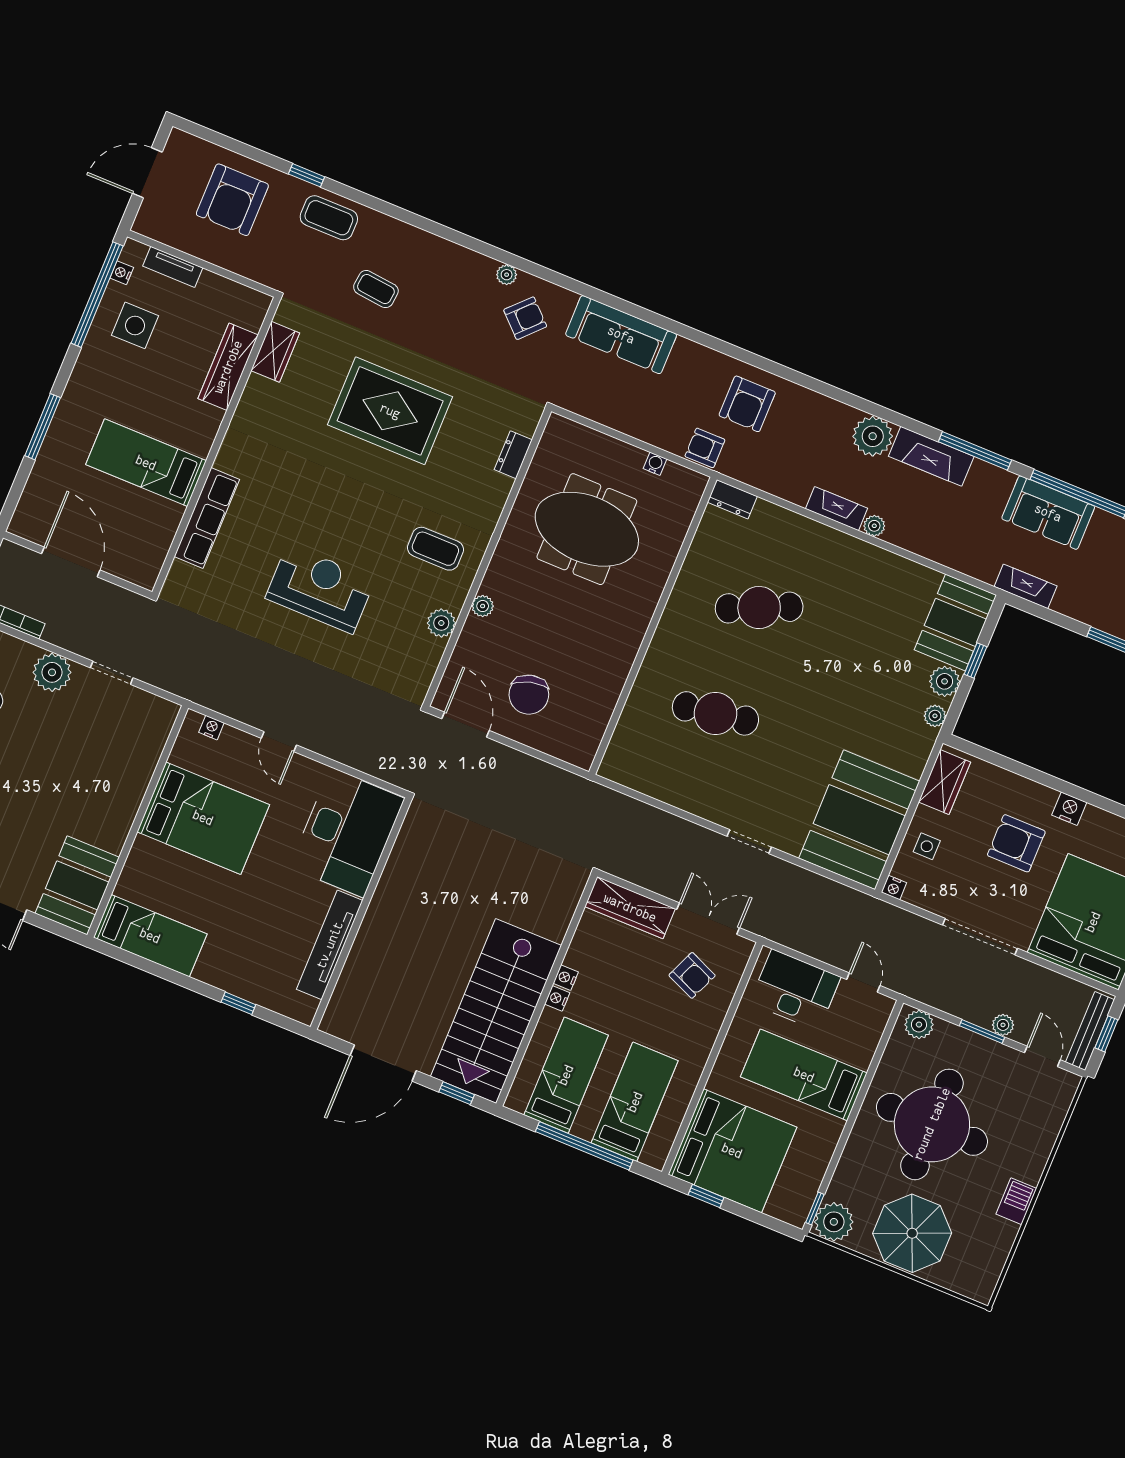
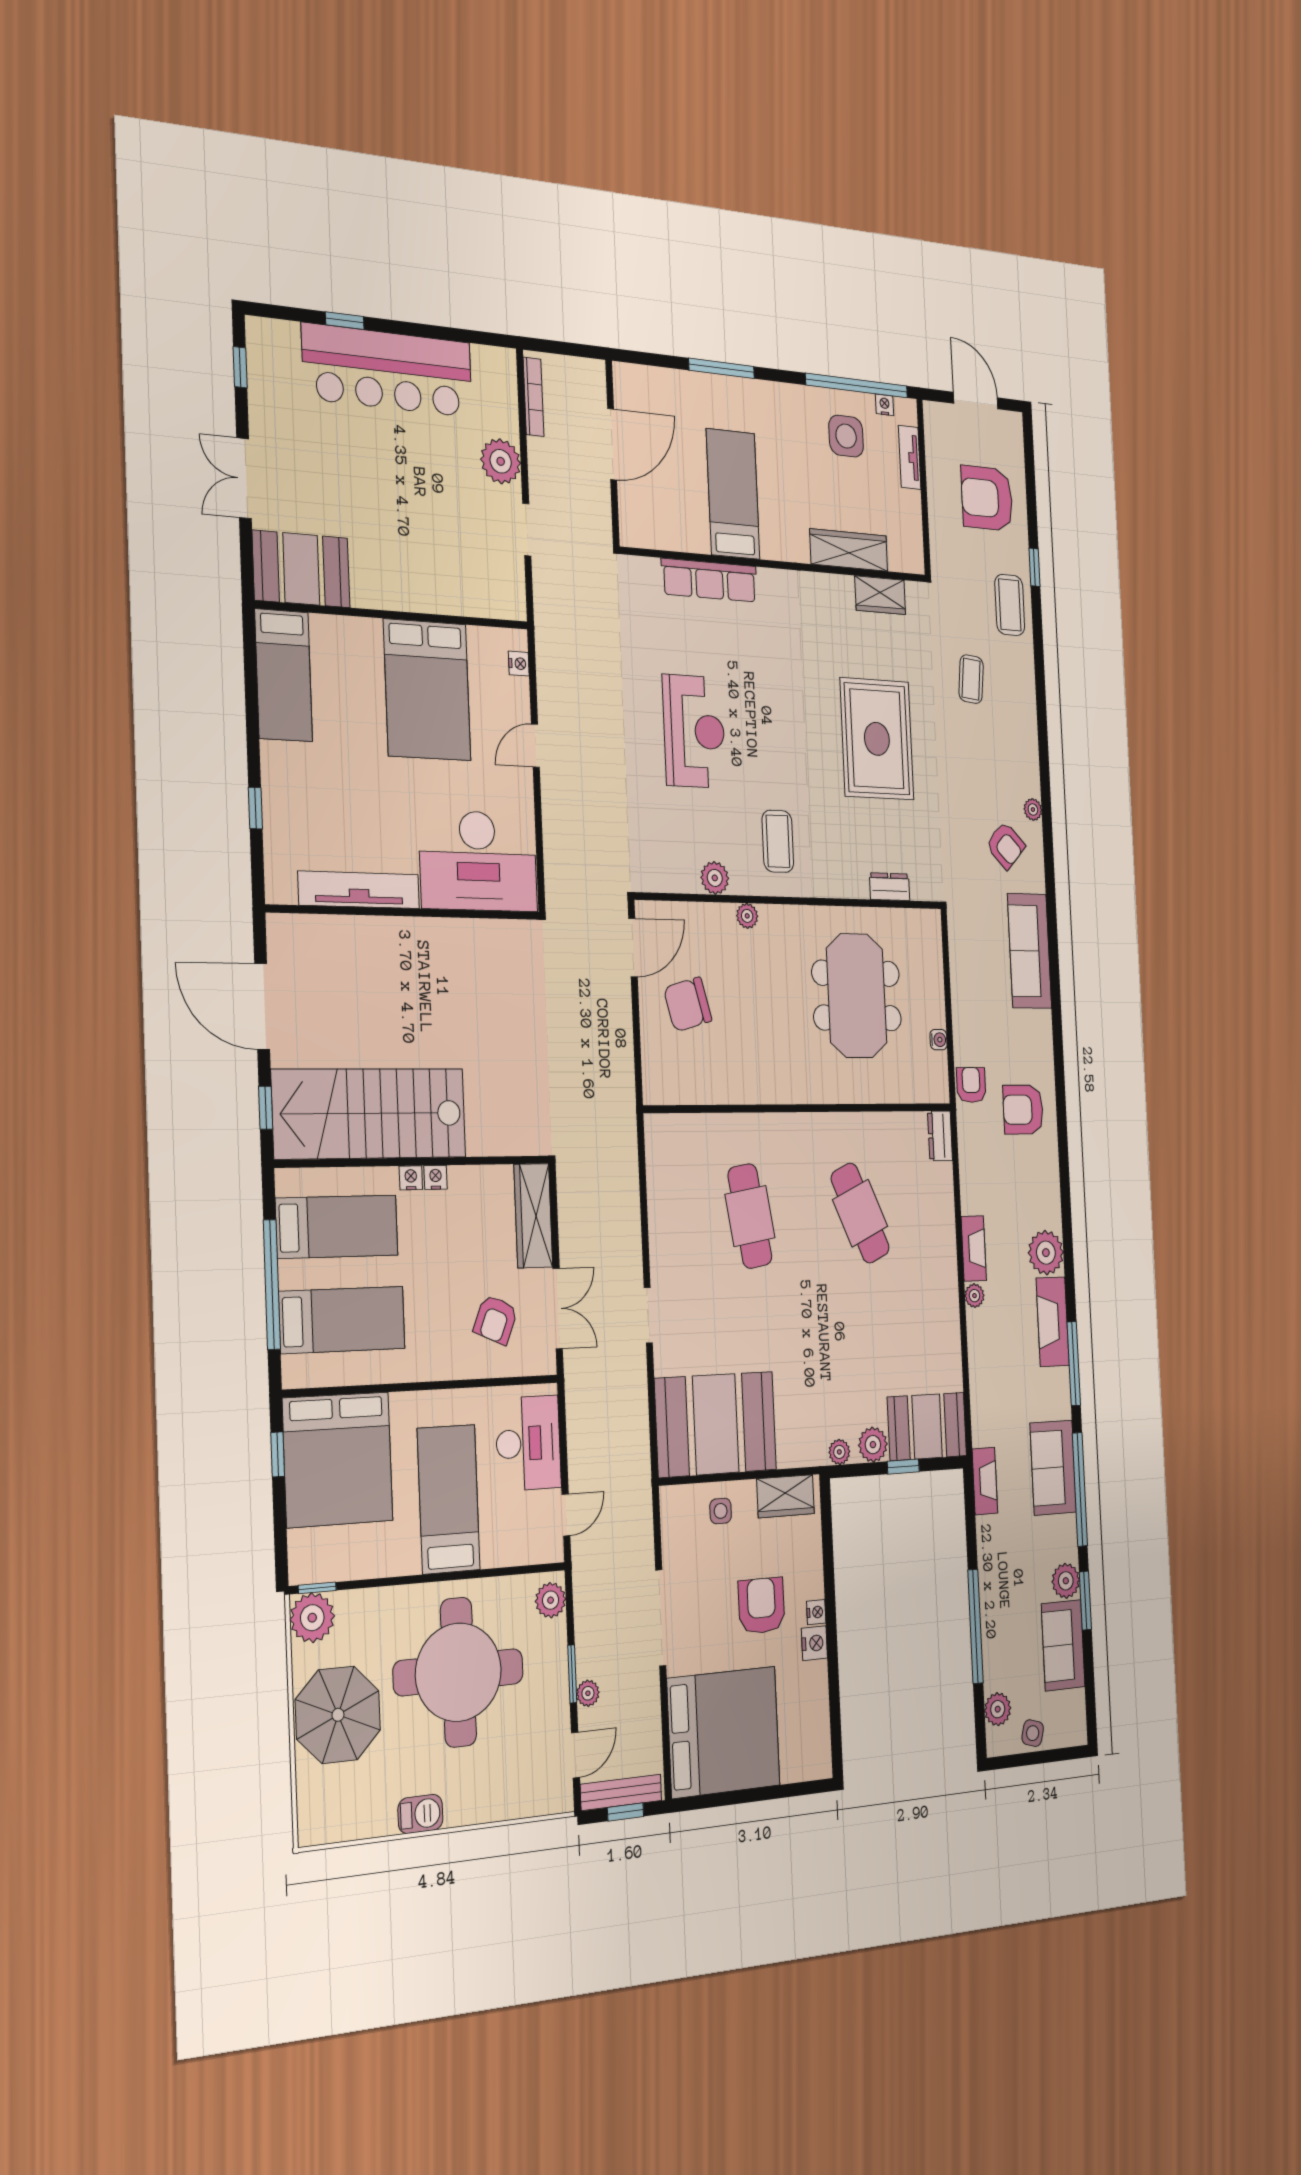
nightstand: (894, 888) -> (816, 1612), moved, turned 180

